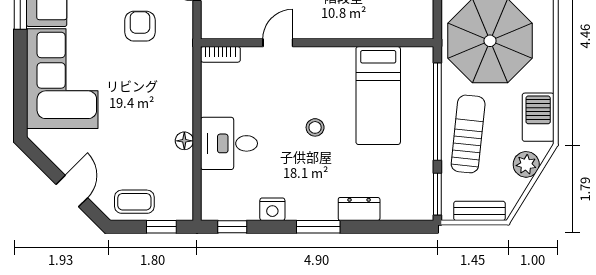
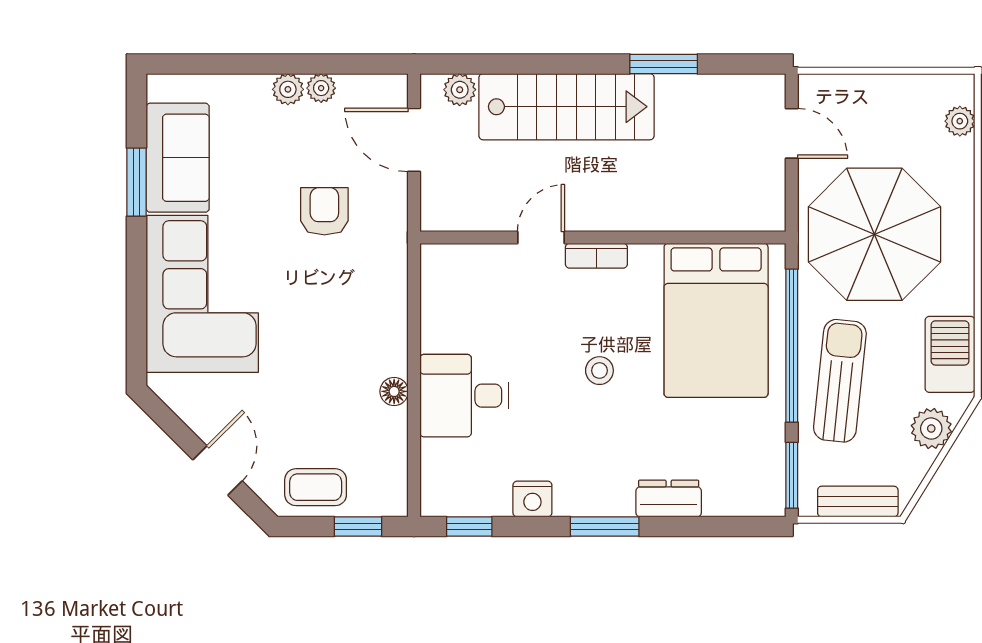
bookcase: (220, 54) -> (596, 256), moved
bed: (378, 96) -> (716, 320), width x1.50

